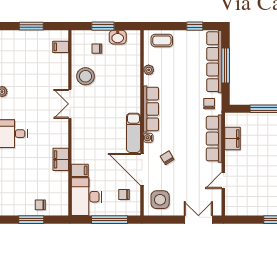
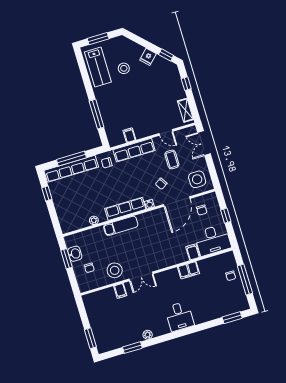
window: (31, 26) -> (90, 338), moved
window: (103, 26) -> (67, 259), moved
coffee table: (162, 40) -> (172, 159), moved
filing cabinet: (61, 47) -> (120, 291), moved
exam couch: (133, 133) -> (121, 226), moved
filing cabinet: (232, 138) -> (129, 135), width x0.50
shelving: (242, 210) -> (185, 110), added
window: (31, 220) -> (245, 280), width x1.44
window: (110, 220) -> (226, 216), width x0.46

